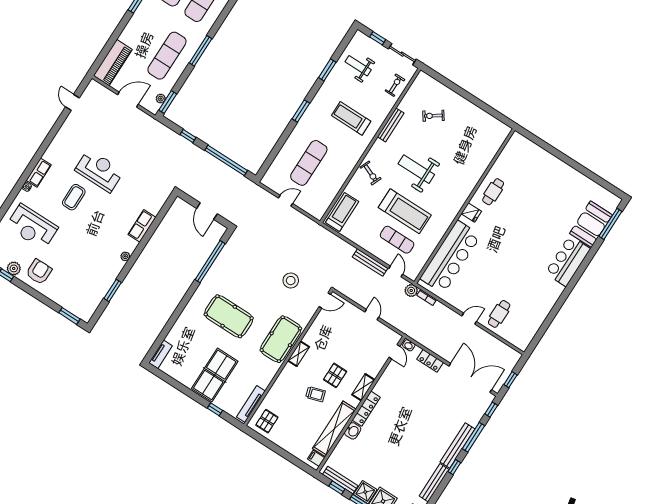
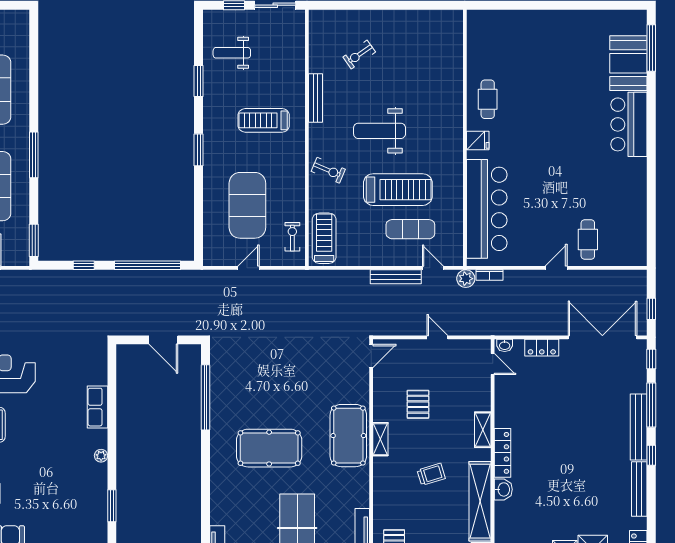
exercise bike: (395, 85) -> (292, 237), moved
plant: (161, 99) -> (23, 242), removed
exercise mat: (309, 163) -> (247, 205), width x1.47
stool: (291, 281) -> (315, 358), removed
pallet: (335, 375) -> (418, 404), moved

